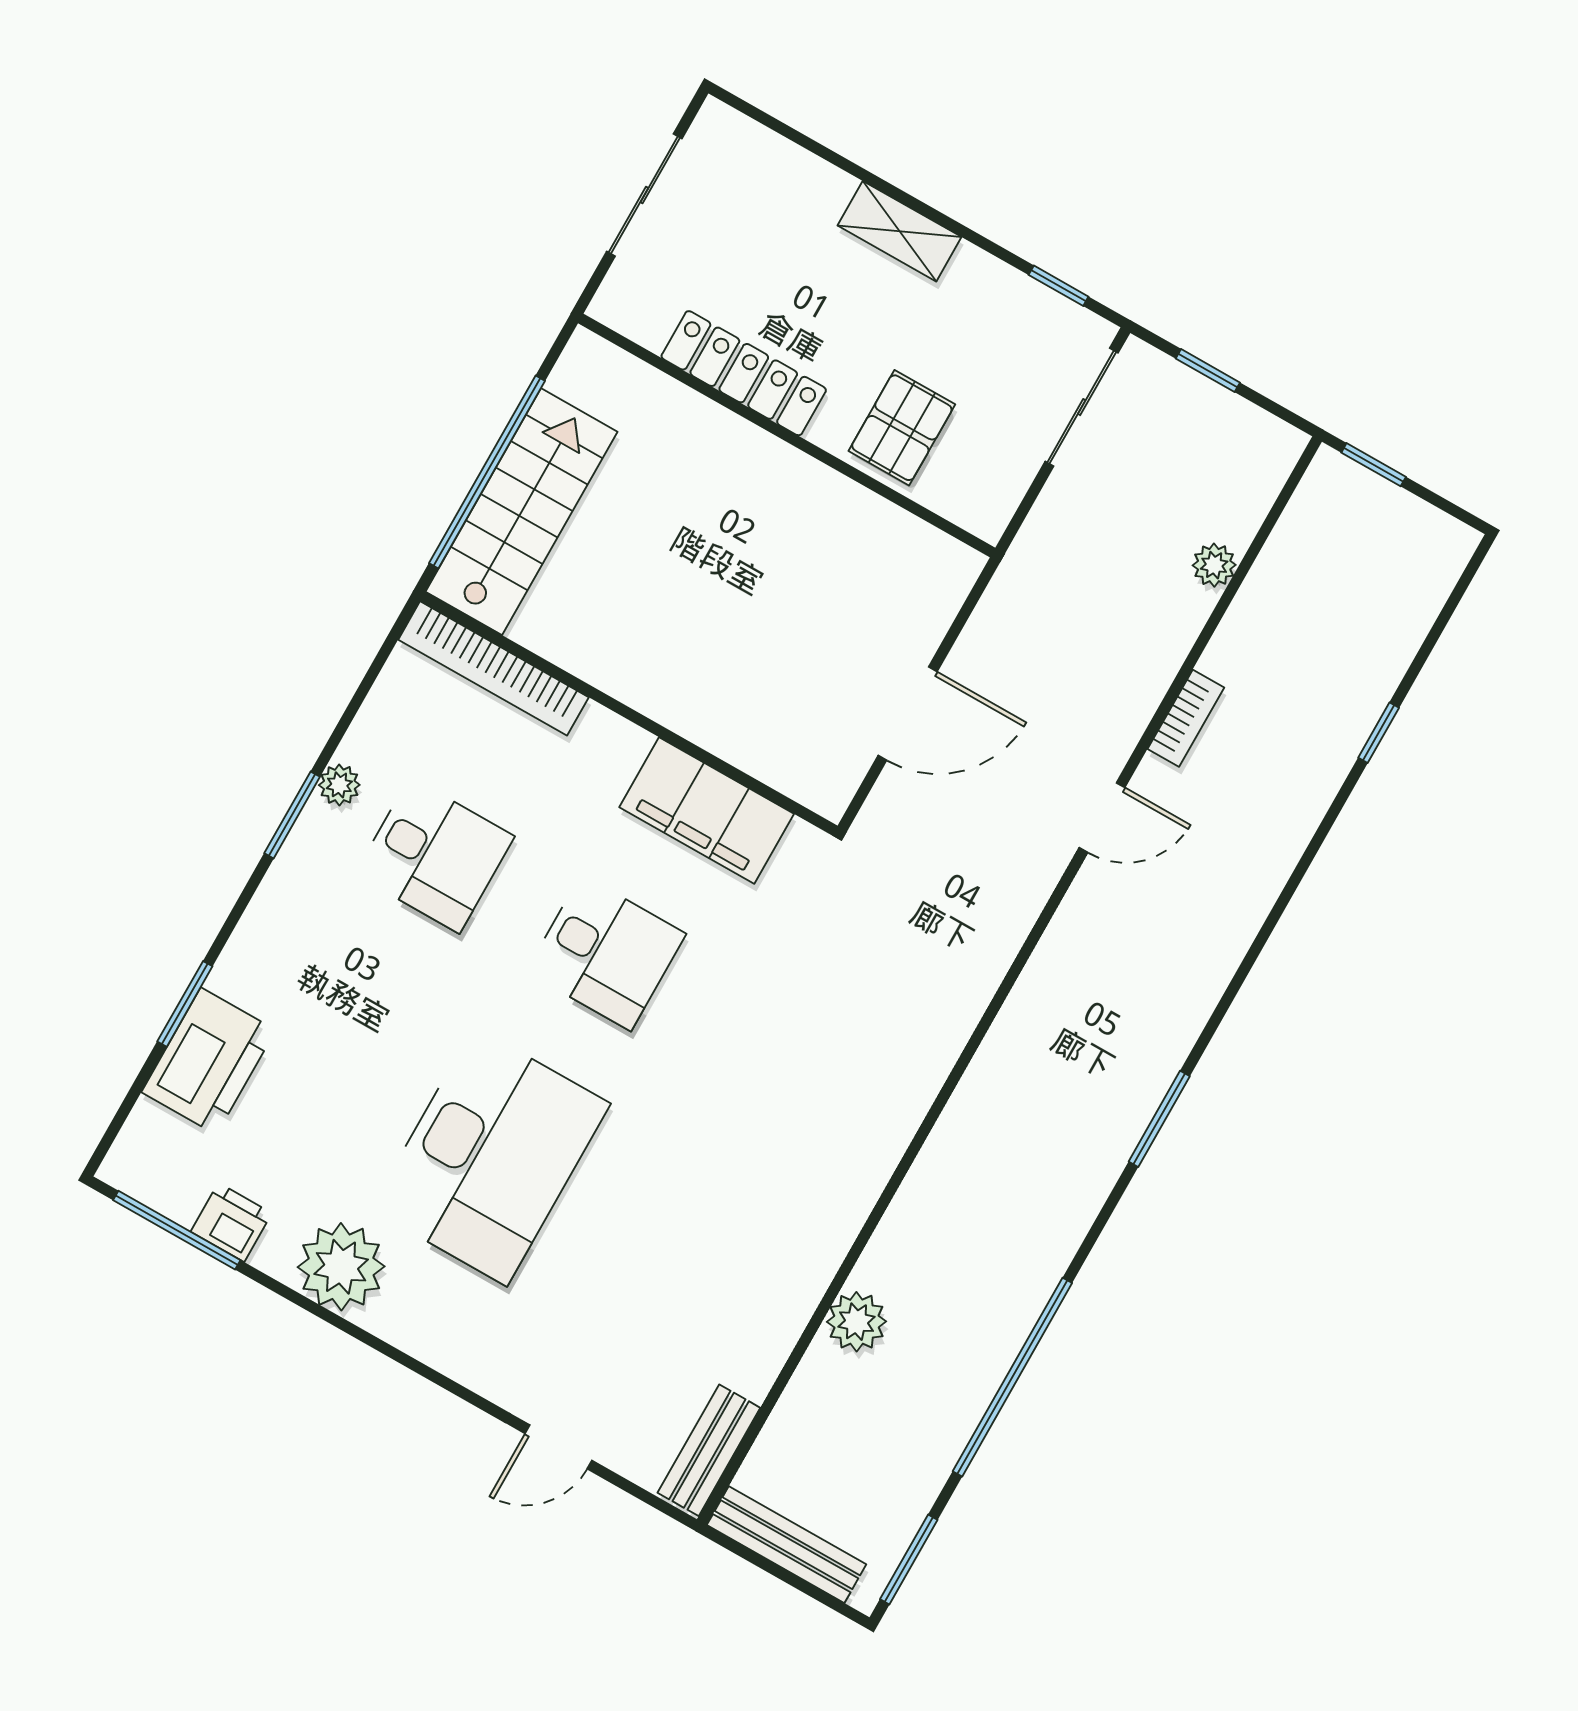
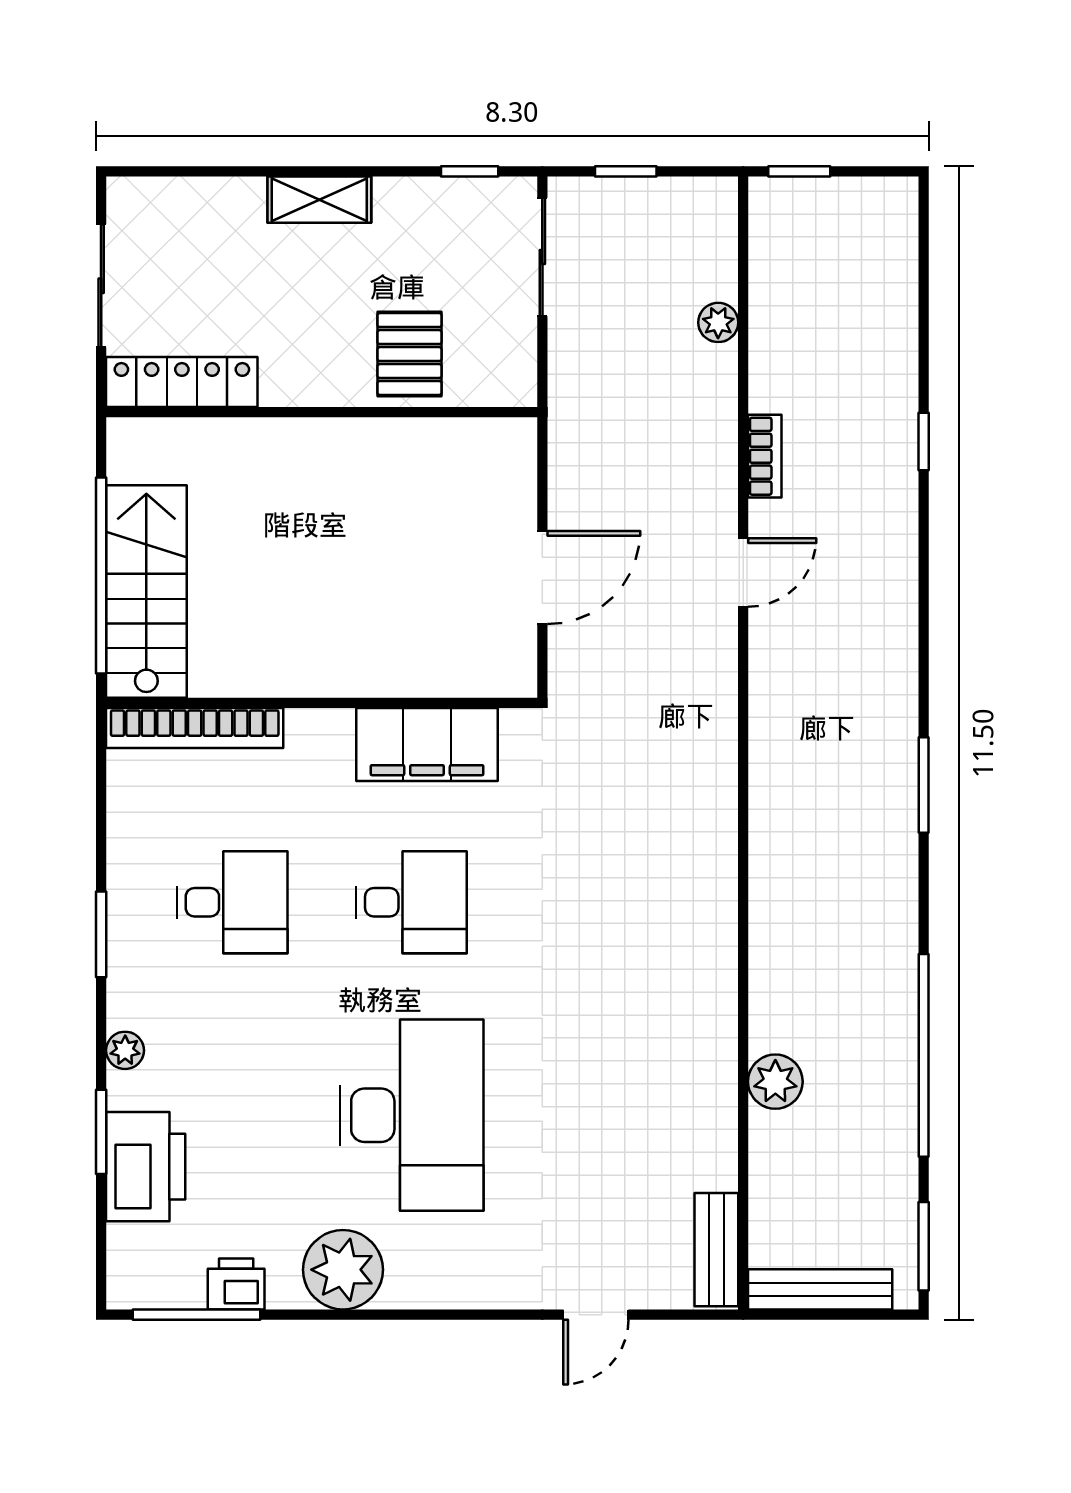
locker: (744, 373) -> (182, 382), moved
window: (1379, 733) -> (924, 442), moved
plant: (339, 785) -> (125, 1050), moved

